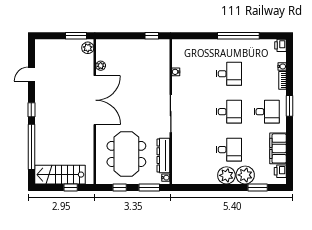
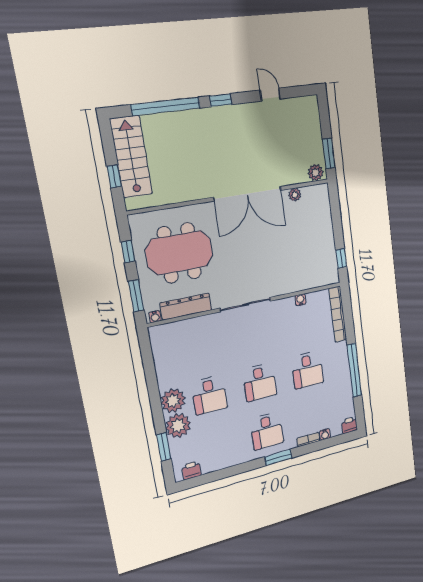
bookcase: (193, 44) -> (338, 314), added
filing cabinet: (278, 148) -> (221, 459), removed

